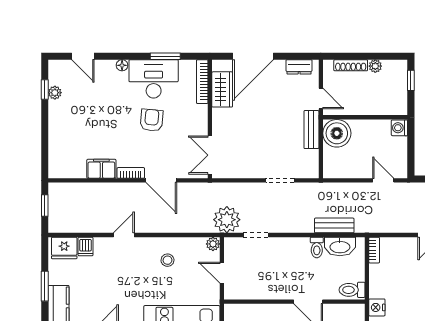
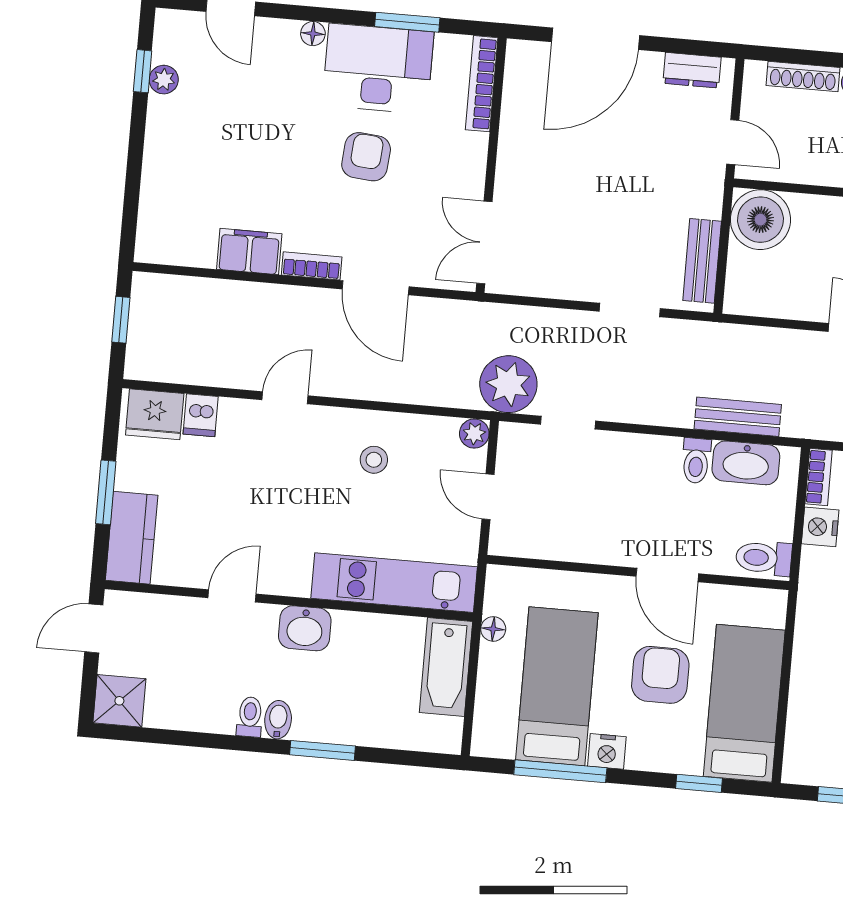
wardrobe: (222, 89) -> (523, 104), removed
bench: (311, 130) -> (702, 261), moved
nightstand: (377, 307) -> (820, 527), moved

